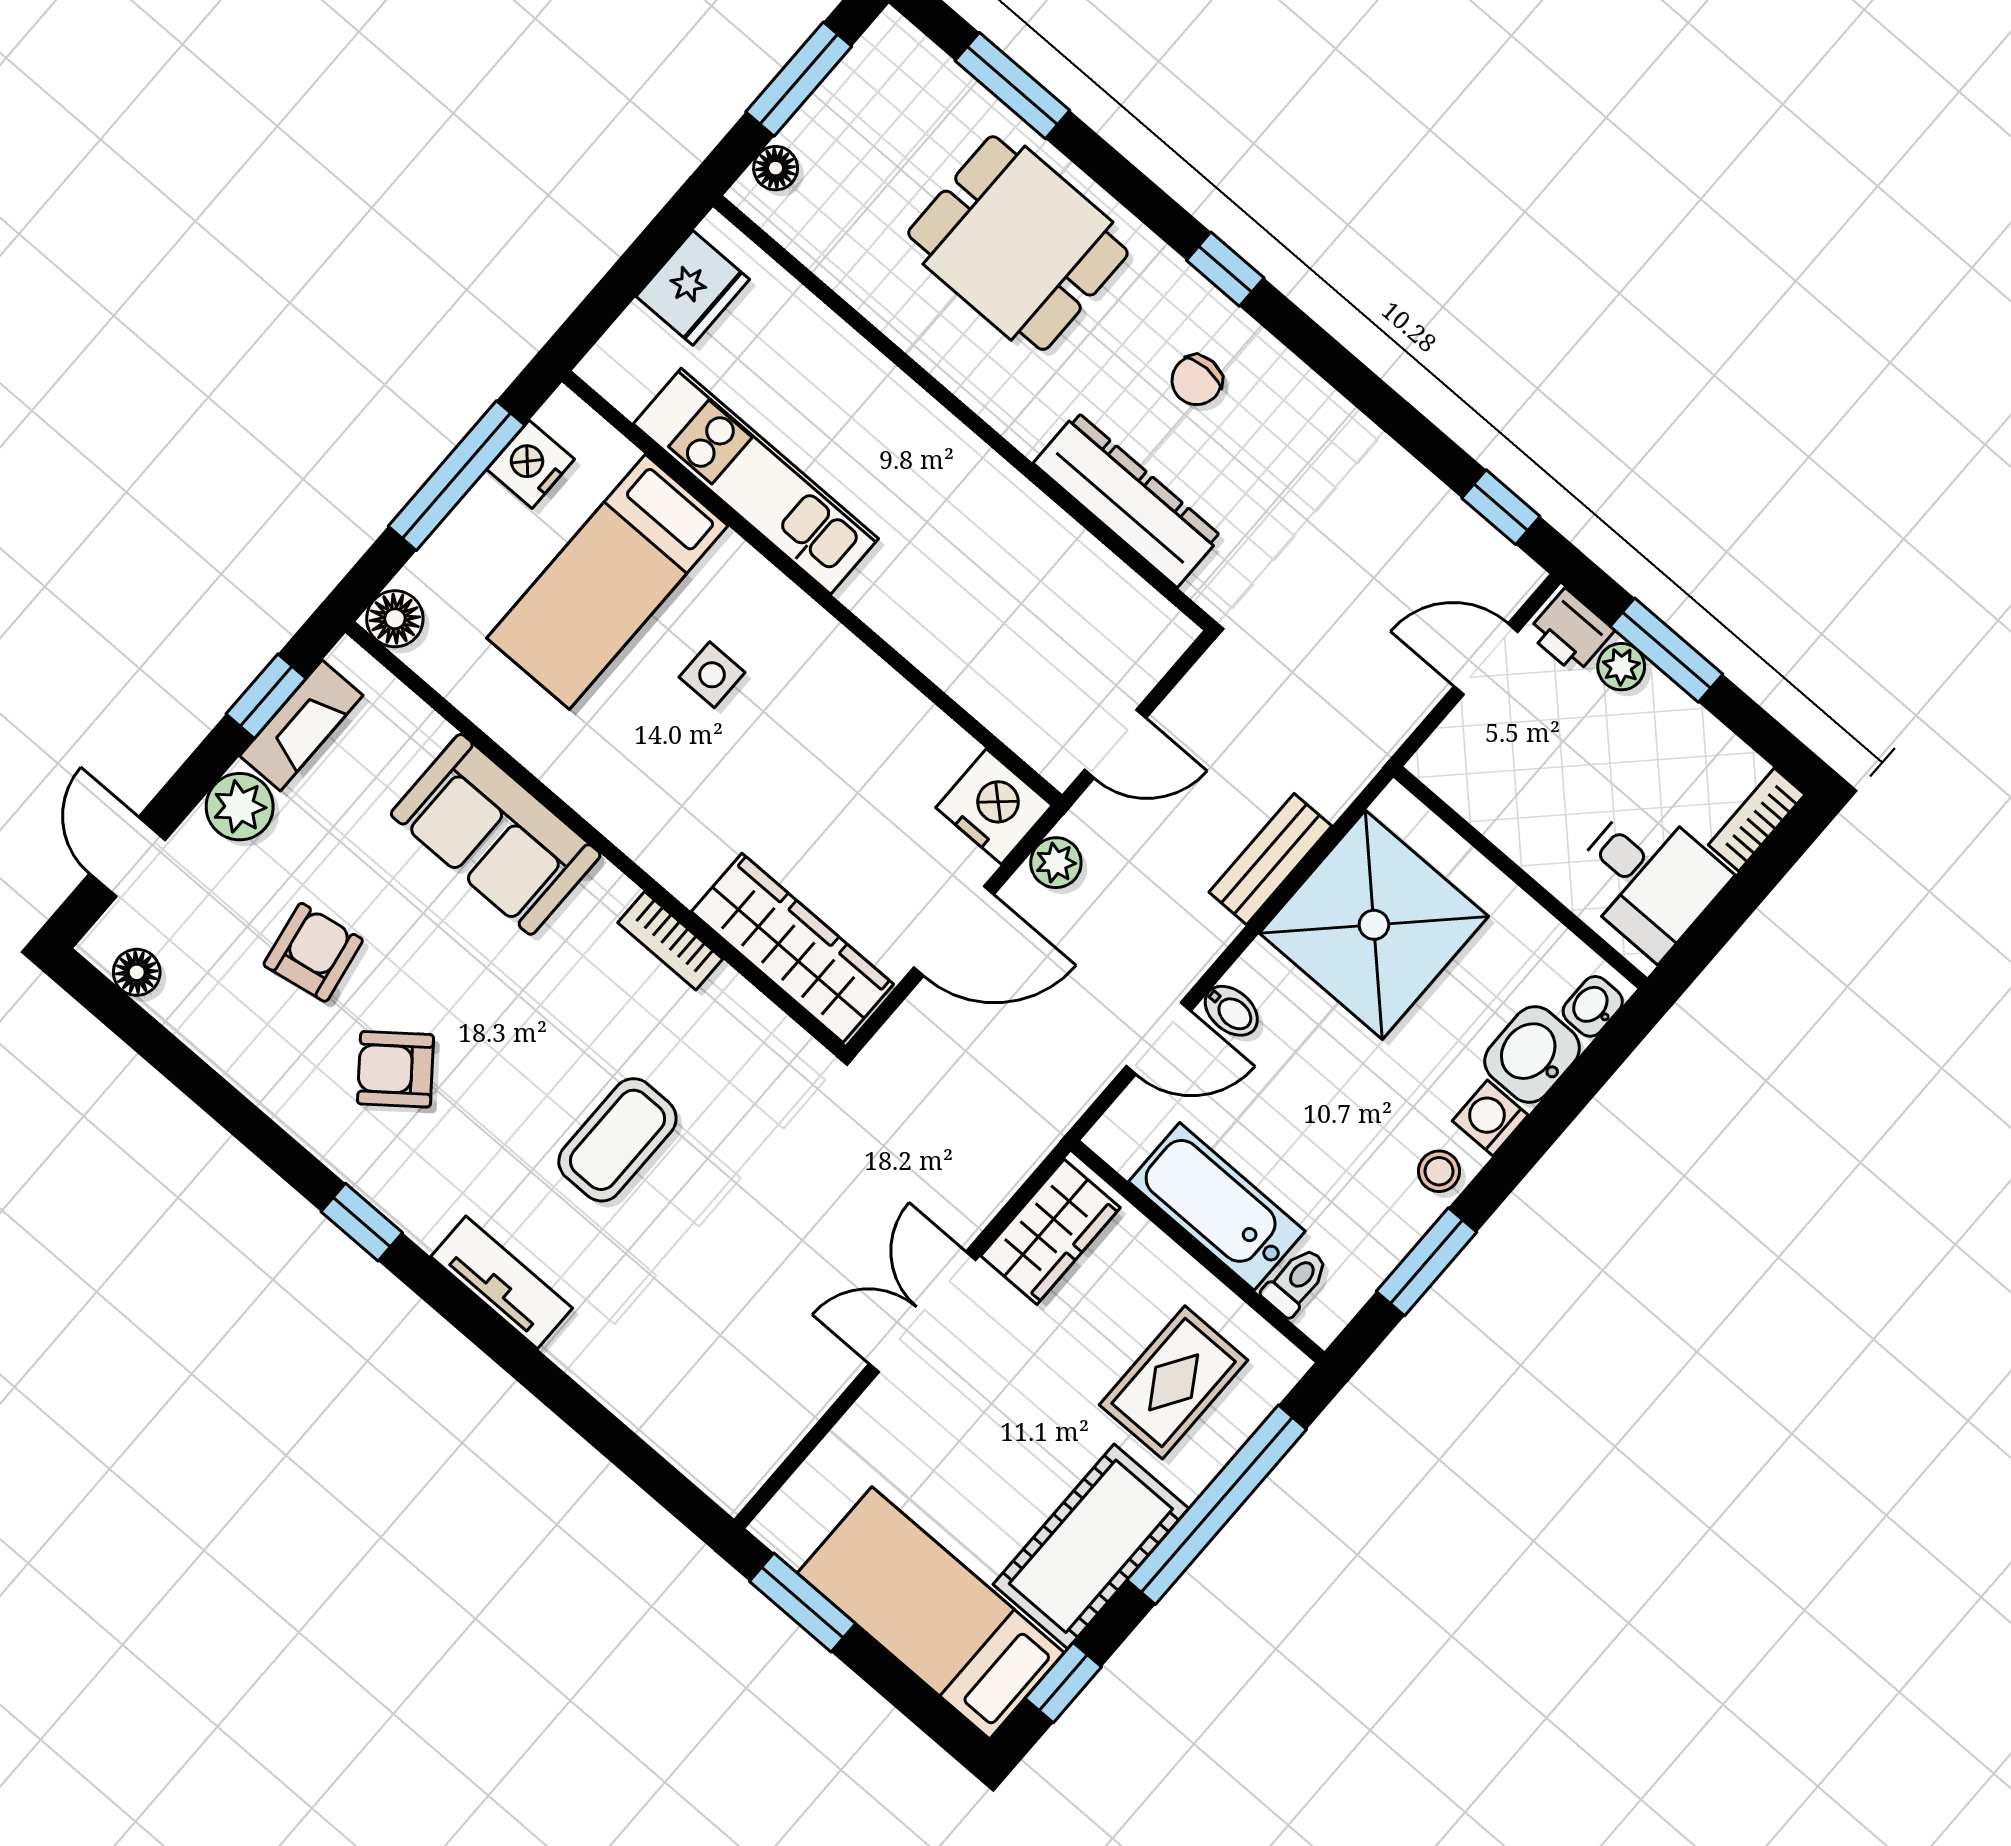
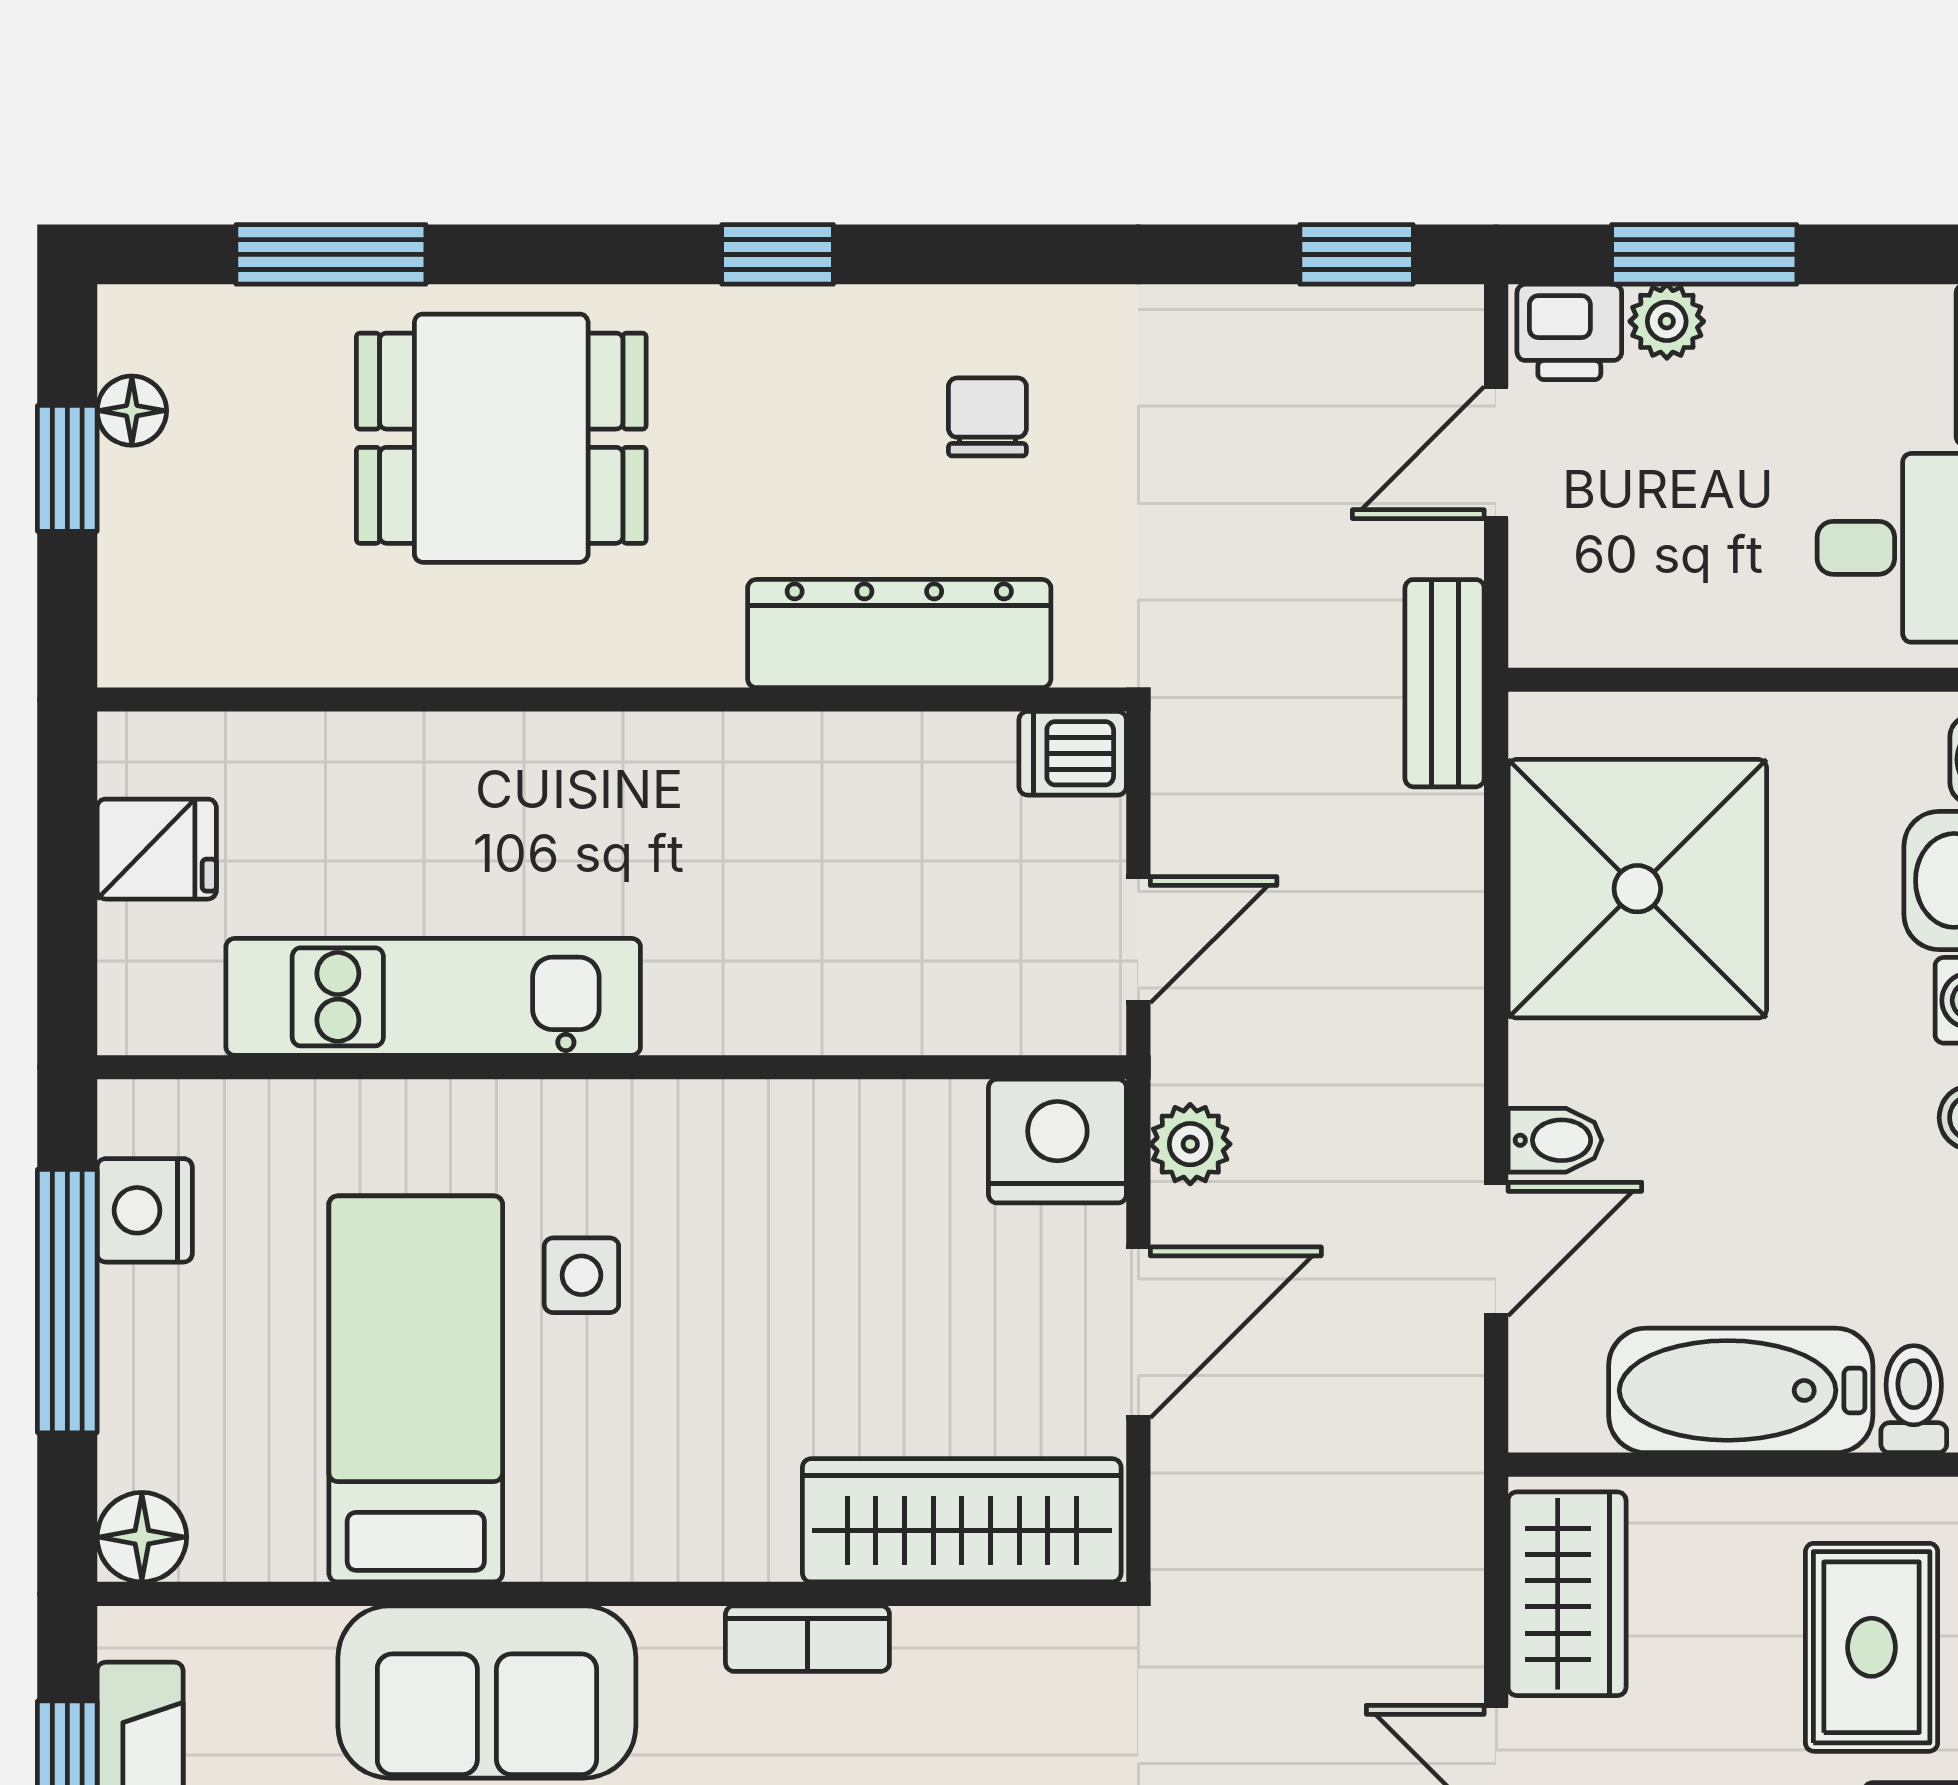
window: (799, 79) -> (67, 468), width x0.67
floor lamp: (776, 168) -> (132, 411), moved
fridge: (693, 288) -> (157, 849), width x0.72
chair: (1197, 380) -> (987, 417), moved, turned 180
bed: (607, 582) -> (416, 1389), moved, turned 180
dishwasher: (1161, 628) -> (1073, 753), added
bench: (1270, 859) -> (1445, 683), moved

